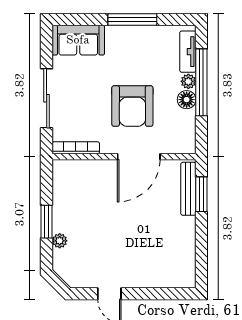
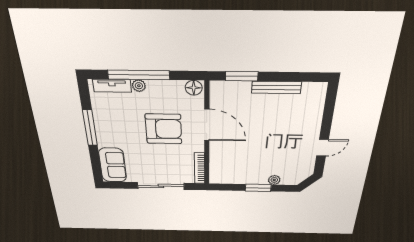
floor lamp: (187, 100) -> (194, 88), moved
bench: (188, 189) -> (276, 87), moved

